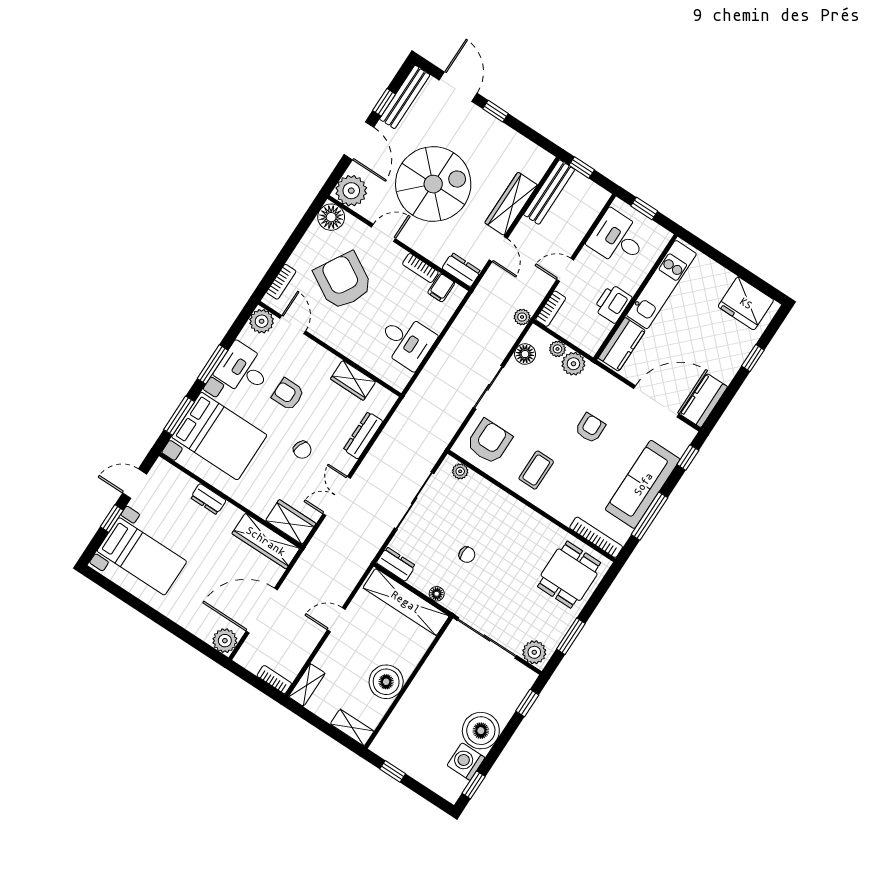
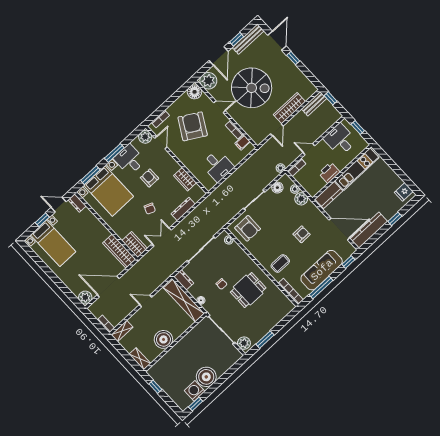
bench: (549, 192) -> (314, 104), width x0.73
dresser: (461, 270) -> (255, 136), removed
fridge: (746, 303) -> (404, 192), width x0.53, depth x0.75
kitchen counter: (704, 401) -> (369, 230), width x1.50
armchair: (489, 442) -> (248, 228), turned 90
coffee table: (536, 470) -> (280, 264), moved
dresser: (208, 499) -> (77, 203), moved
dining table: (569, 575) -> (248, 290), moved
window: (527, 703) -> (234, 368), removed

